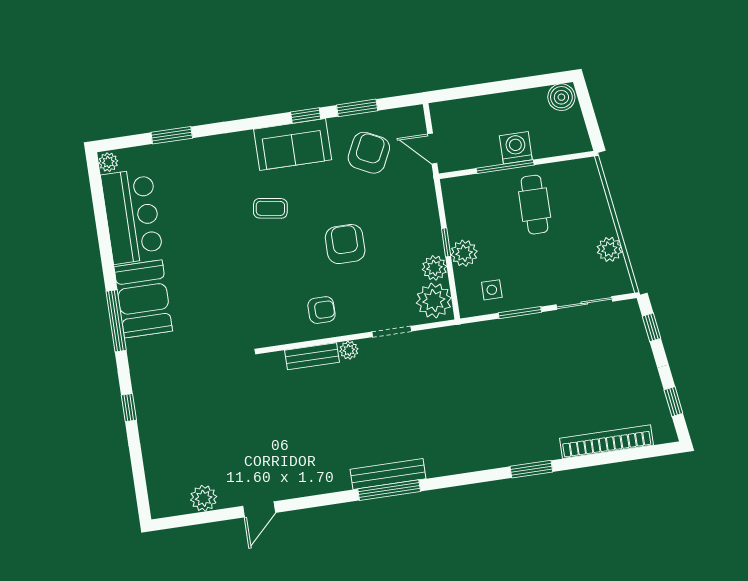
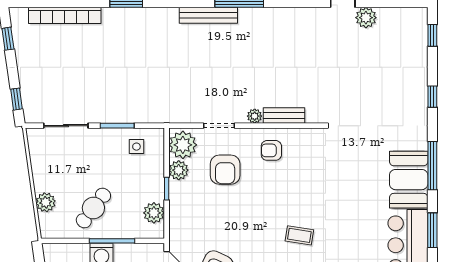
cafe table: (535, 205) -> (93, 208), turned 37
window: (104, 240) -> (432, 230), added
armchair: (345, 244) -> (225, 170), moved
plant: (609, 249) -> (46, 202), moved
plant: (464, 253) -> (154, 213), moved
bench: (388, 474) -> (208, 15), moved
window: (140, 485) -> (432, 35), added
plant: (204, 498) -> (366, 18), moved

